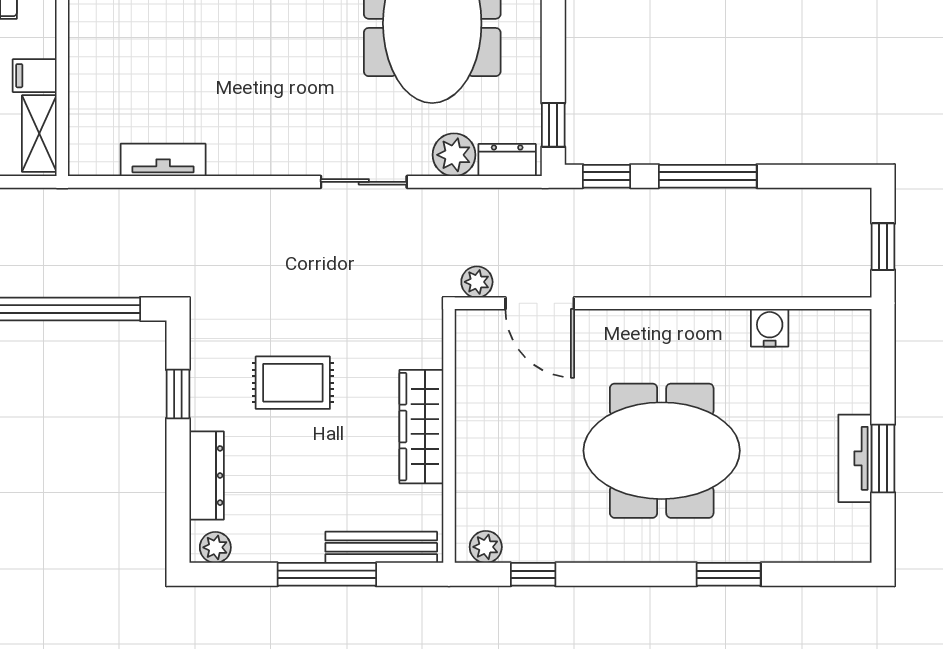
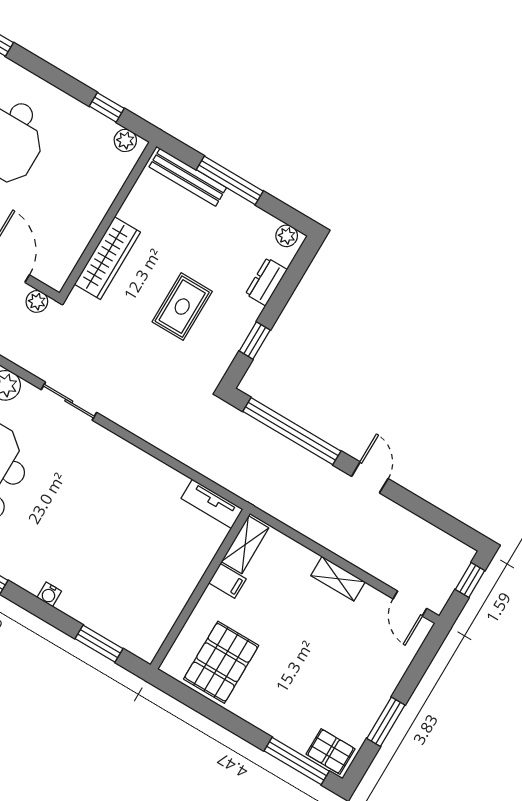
tv unit: (163, 160) -> (212, 504), moved
rug: (293, 383) -> (182, 307), turned 90
wardrobe: (421, 427) -> (107, 258), moved
dresser: (207, 476) -> (266, 282), width x0.70

